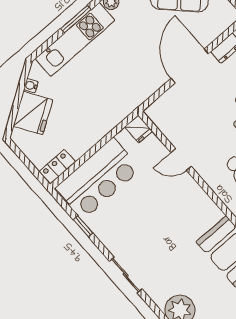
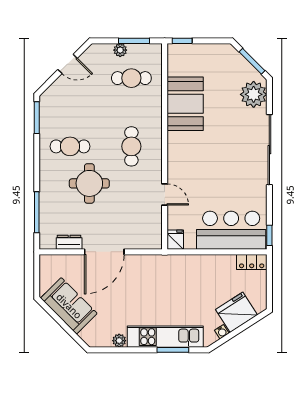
window: (76, 19) -> (173, 350), moved
window: (83, 226) -> (269, 235), moved
sliding door: (126, 275) -> (269, 150), width x1.86

